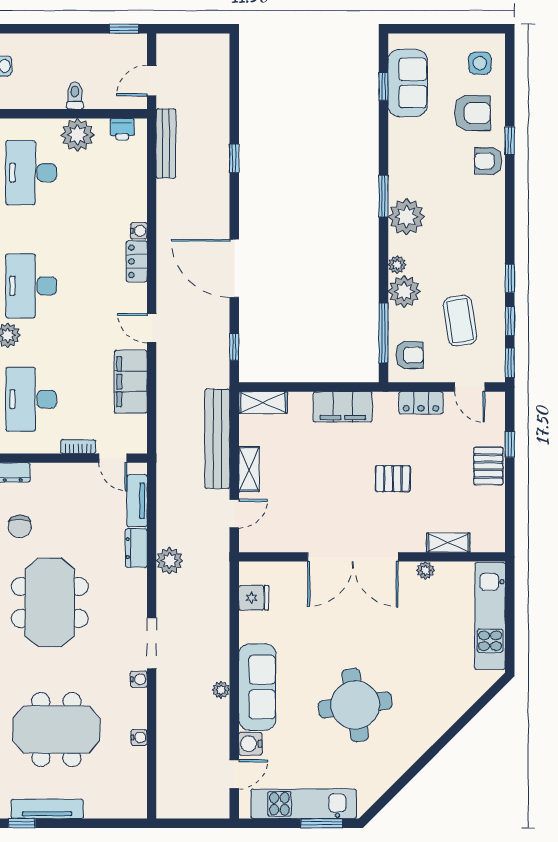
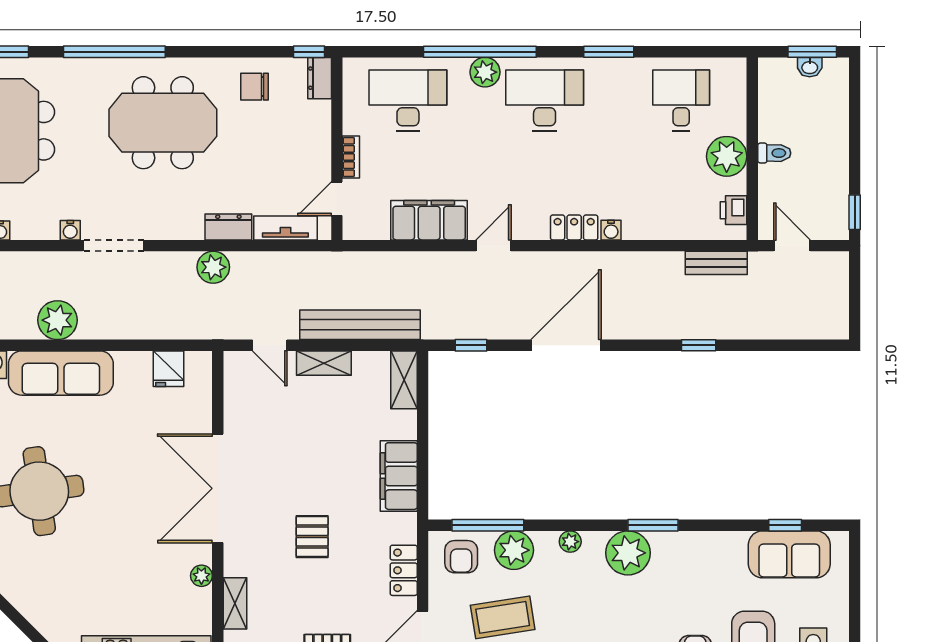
bench: (166, 144) -> (716, 263), width x0.73
desk: (31, 173) -> (681, 100), width x0.73
plant: (404, 291) -> (514, 550), moved
plant: (221, 690) -> (57, 320), width x1.88, depth x1.88

